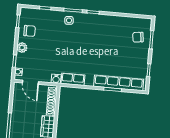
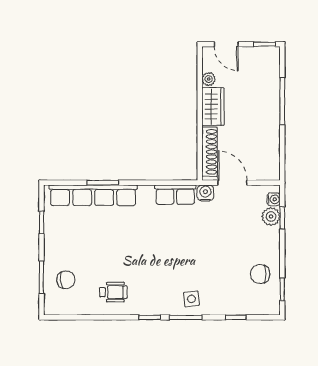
wheelchair: (112, 28) -> (113, 292), added
plant: (22, 48) -> (271, 216), moved
door: (30, 82) -> (232, 183), moved

